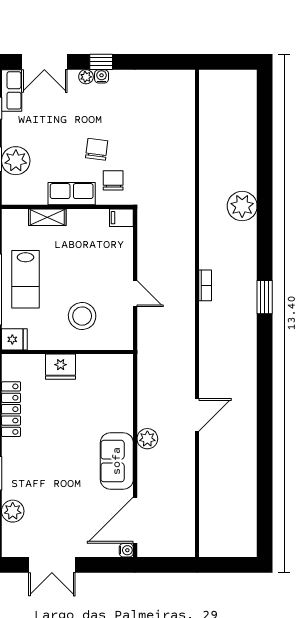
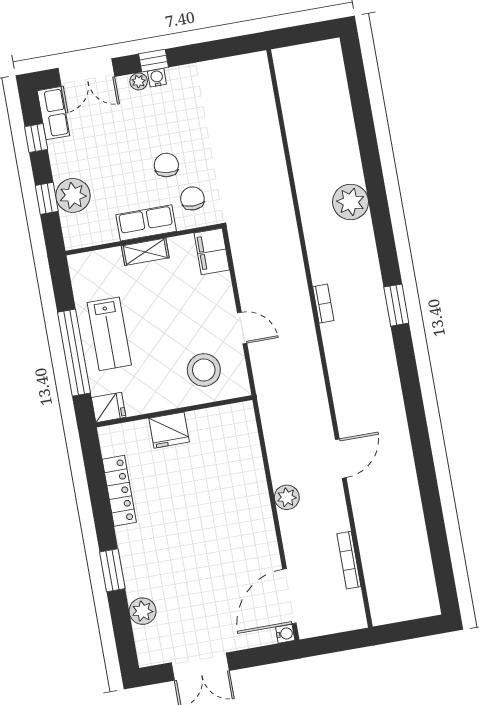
shelving: (47, 217) -> (145, 252), moved
filing cabinet: (121, 218) -> (212, 252), width x2.00
stool: (82, 316) -> (204, 370), moved
sofa: (117, 461) -> (255, 530), removed
bookcase: (189, 499) -> (349, 560), added

